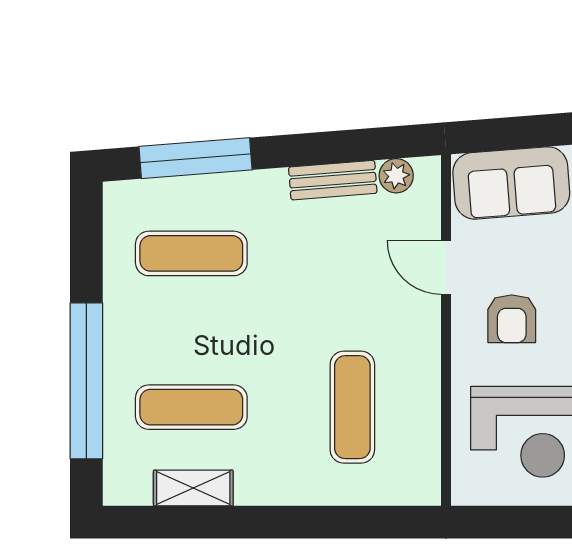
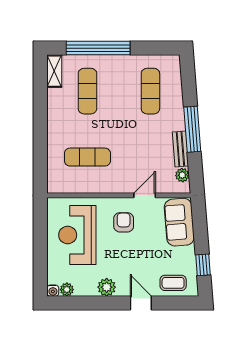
window: (195, 158) -> (192, 129), moved
armchair: (512, 319) -> (124, 222), turned 90
shelving: (193, 488) -> (54, 71), moved

